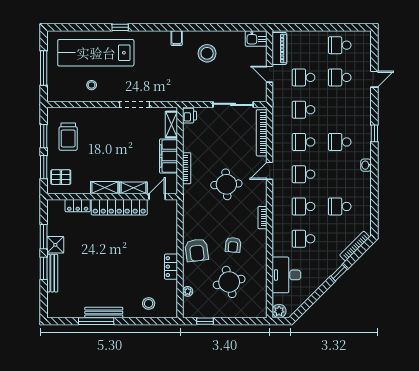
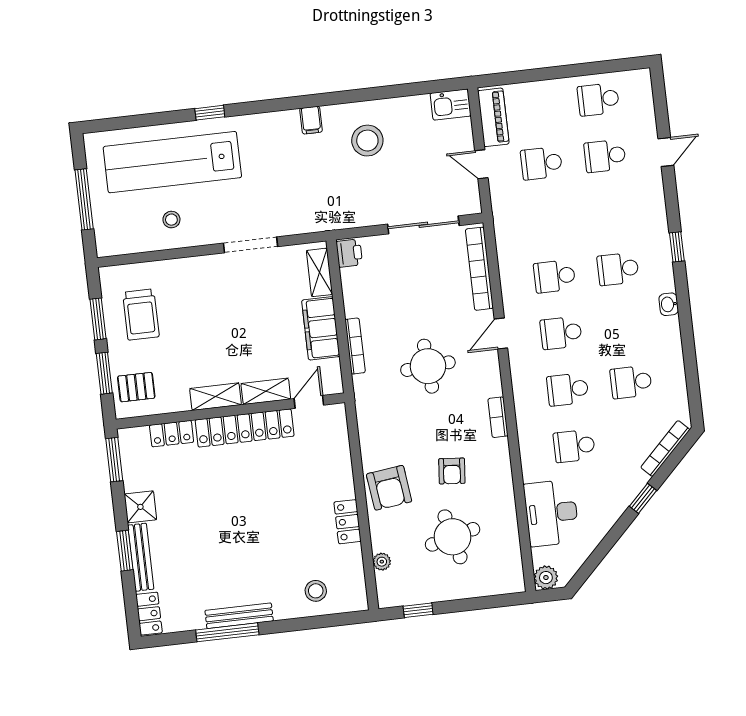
school desk: (304, 110) -> (548, 220), removed
window: (44, 237) -> (114, 460), moved
locker: (53, 305) -> (149, 614), added

